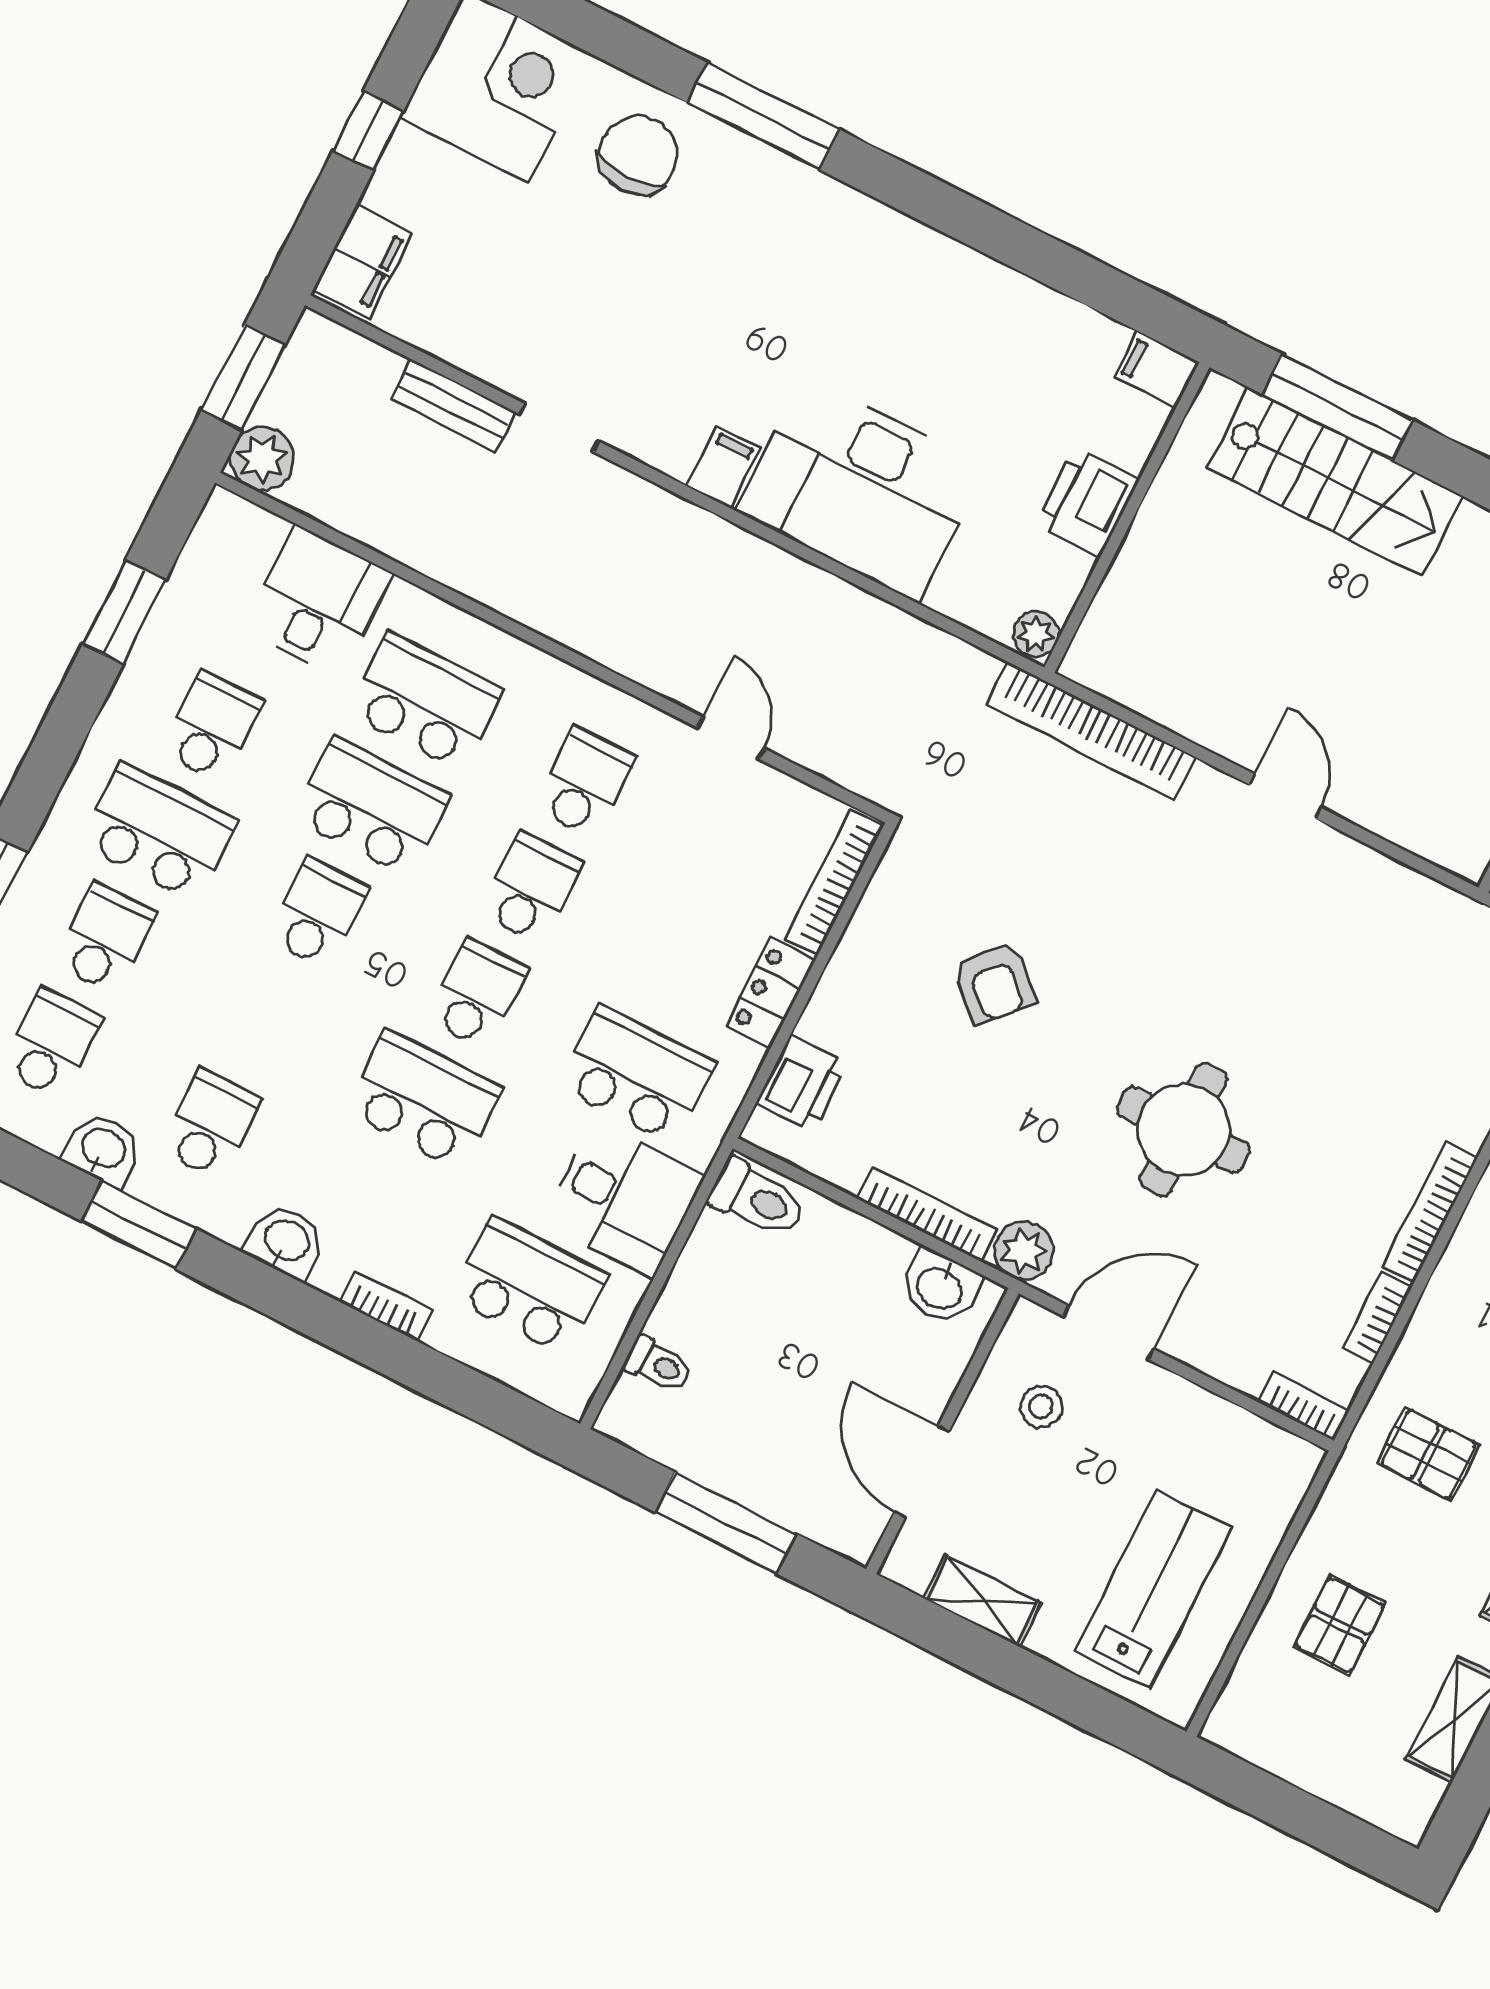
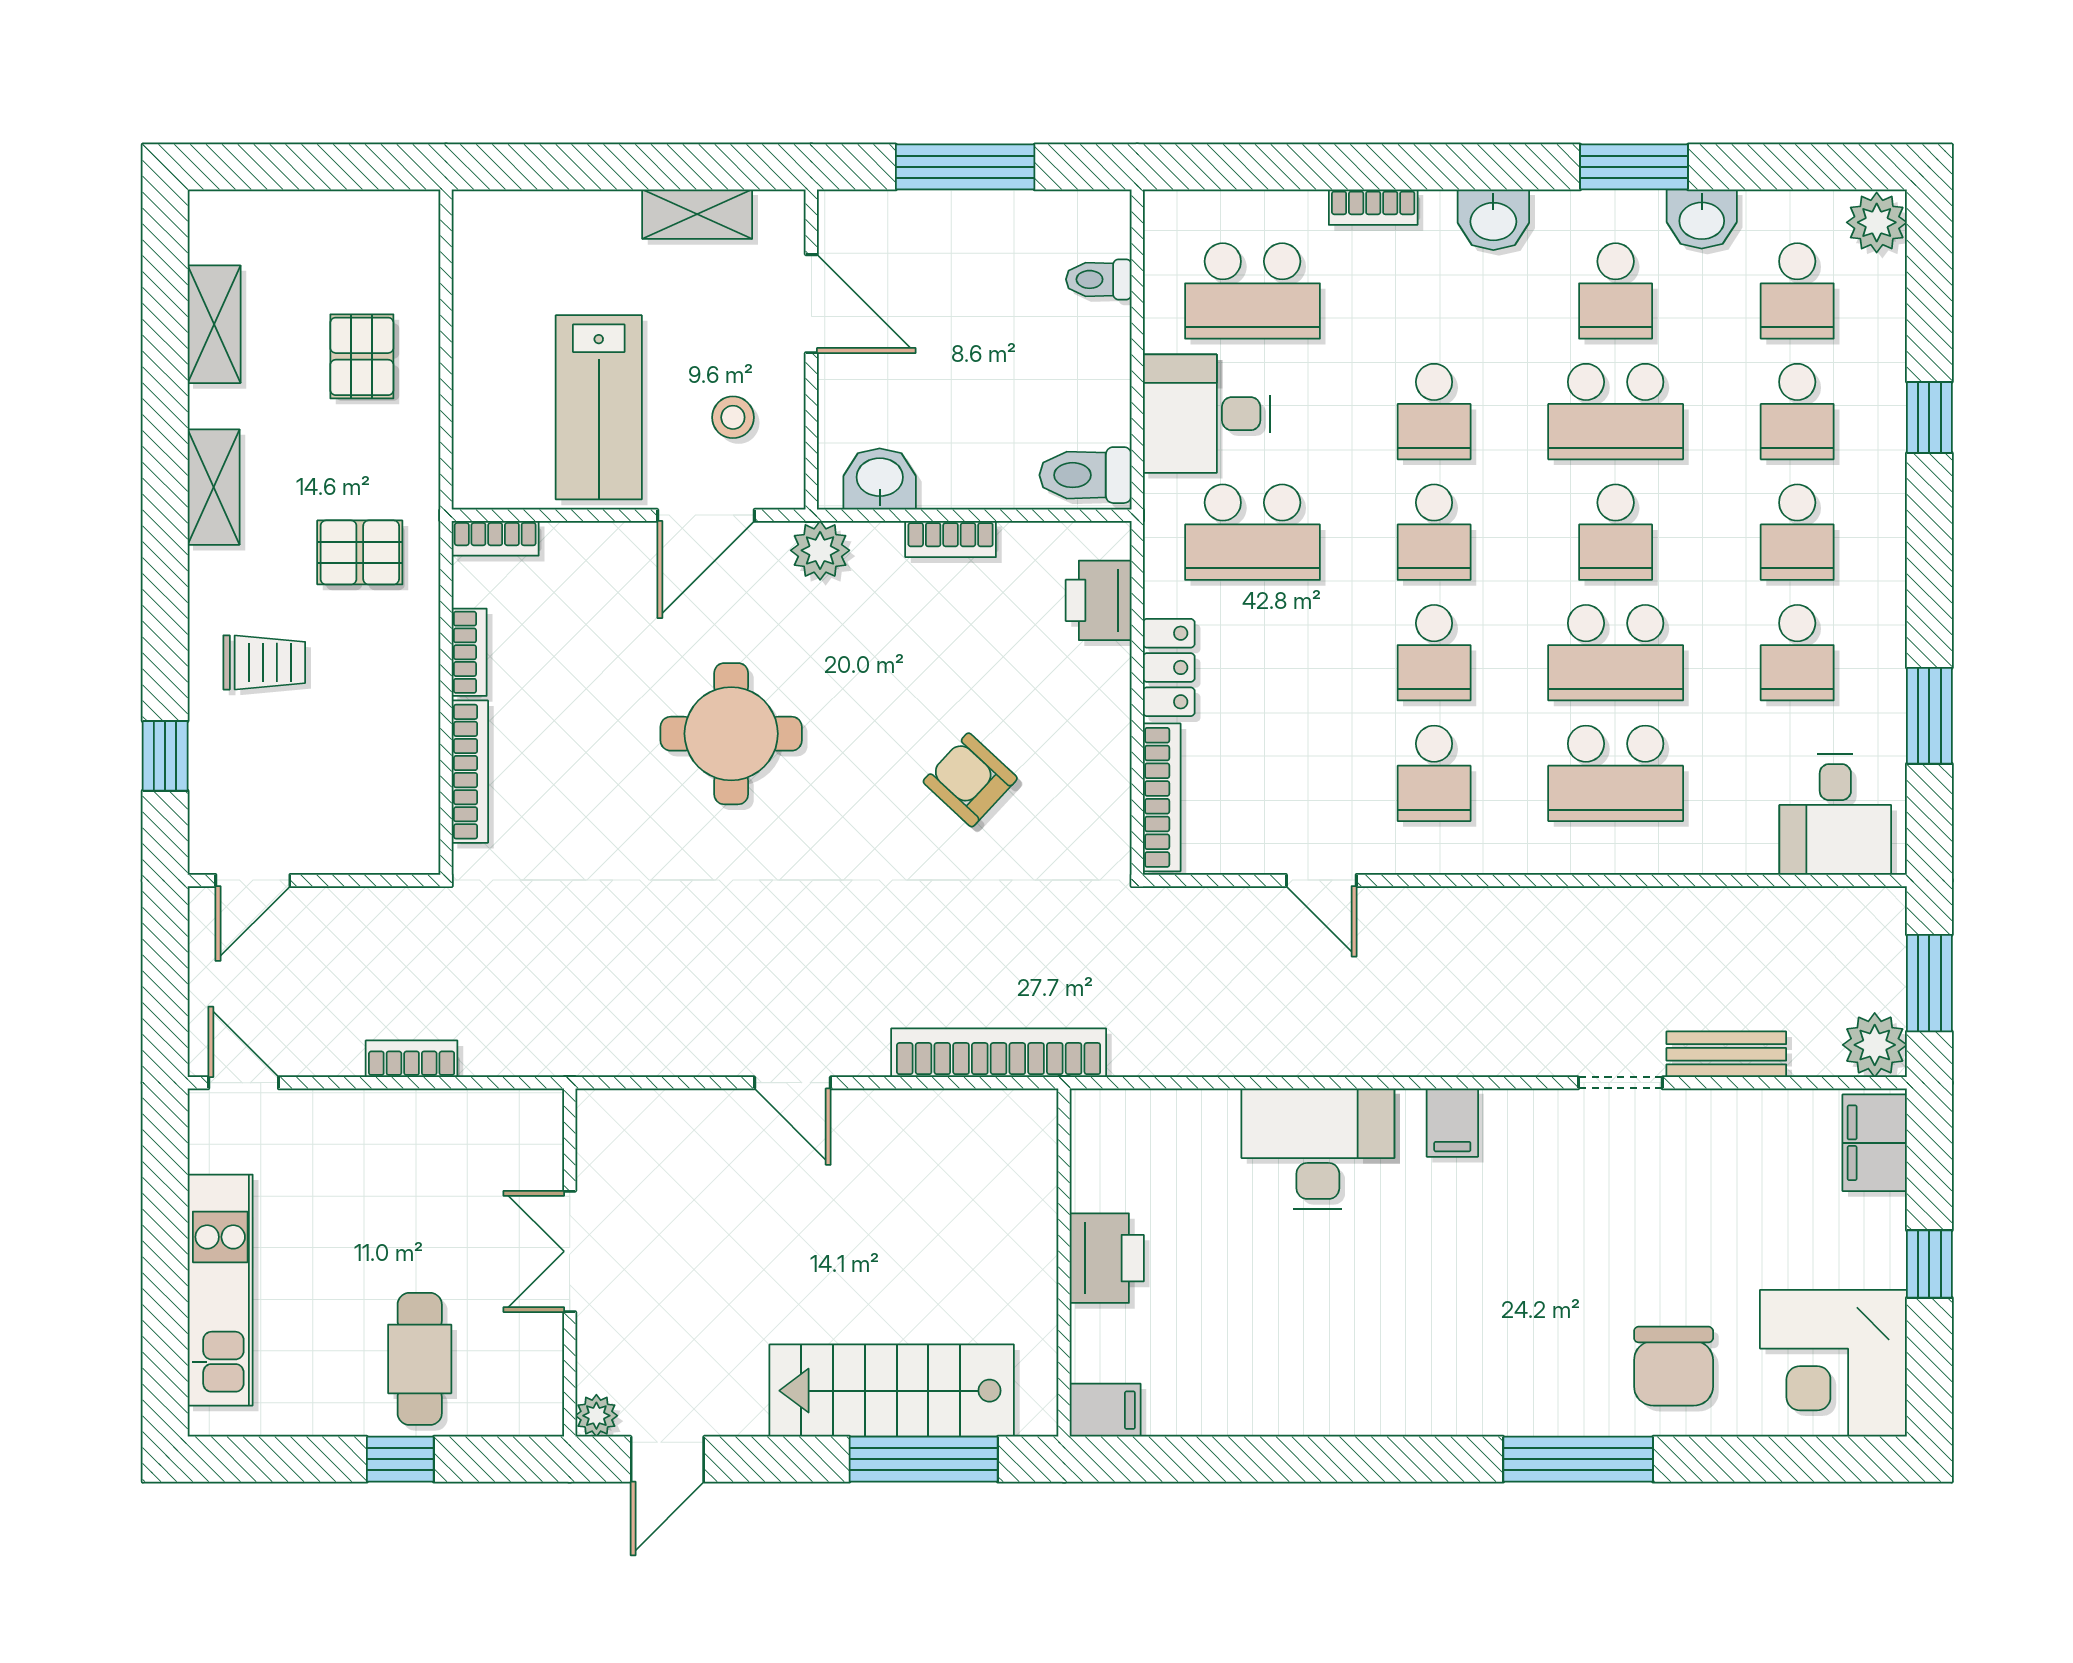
plant: (262, 459) -> (1875, 1045), moved
desk: (861, 489) -> (1318, 1148), width x0.73, depth x0.77
desk: (318, 601) -> (1835, 815), moved
plant: (1036, 634) -> (1093, 1115), removed
school desk: (158, 832) -> (1797, 532), width x0.54
school desk: (264, 1019) -> (1616, 412), added
school desk: (423, 1100) -> (1434, 412), width x0.54
bookcase: (927, 1214) -> (951, 539), width x0.64
lab bench: (1153, 1589) -> (599, 407), moved

